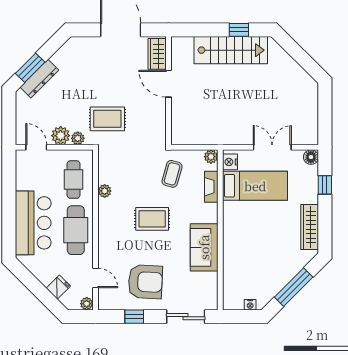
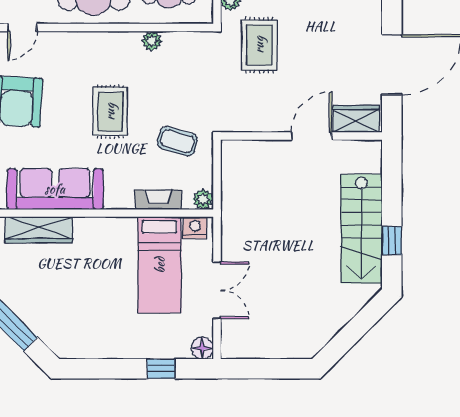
wardrobe: (310, 227) -> (39, 230), moved, turned 180
sofa: (204, 247) -> (55, 189), width x1.36

